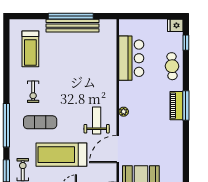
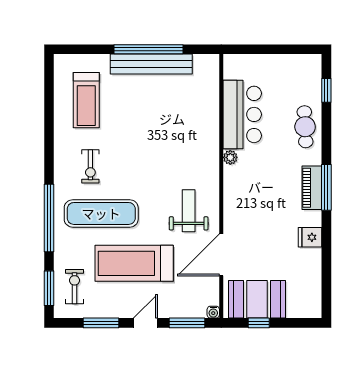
fridge: (175, 25) -> (310, 237), moved
plant: (124, 112) -> (230, 157), moved
exercise mat: (40, 122) -> (101, 213), width x1.36, depth x1.45

